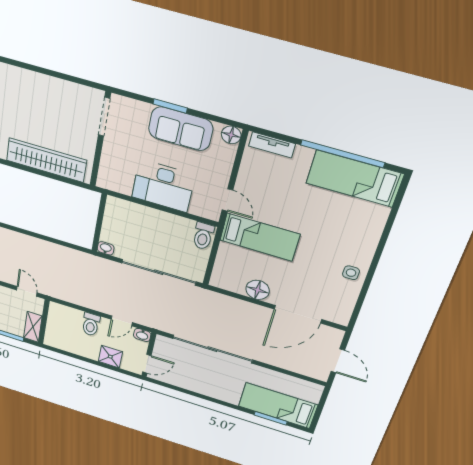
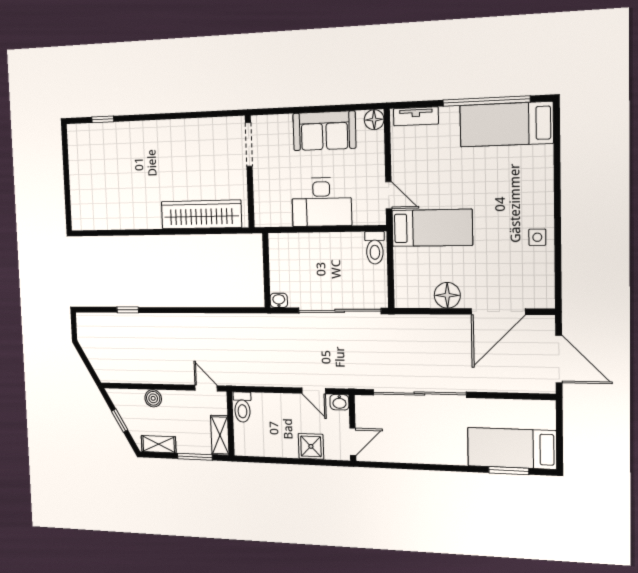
window: (170, 106) -> (309, 109), removed
door: (122, 321) -> (314, 391), hinge flipped
toilet: (91, 324) -> (242, 407), moved
door: (338, 361) -> (559, 359), width x1.36

